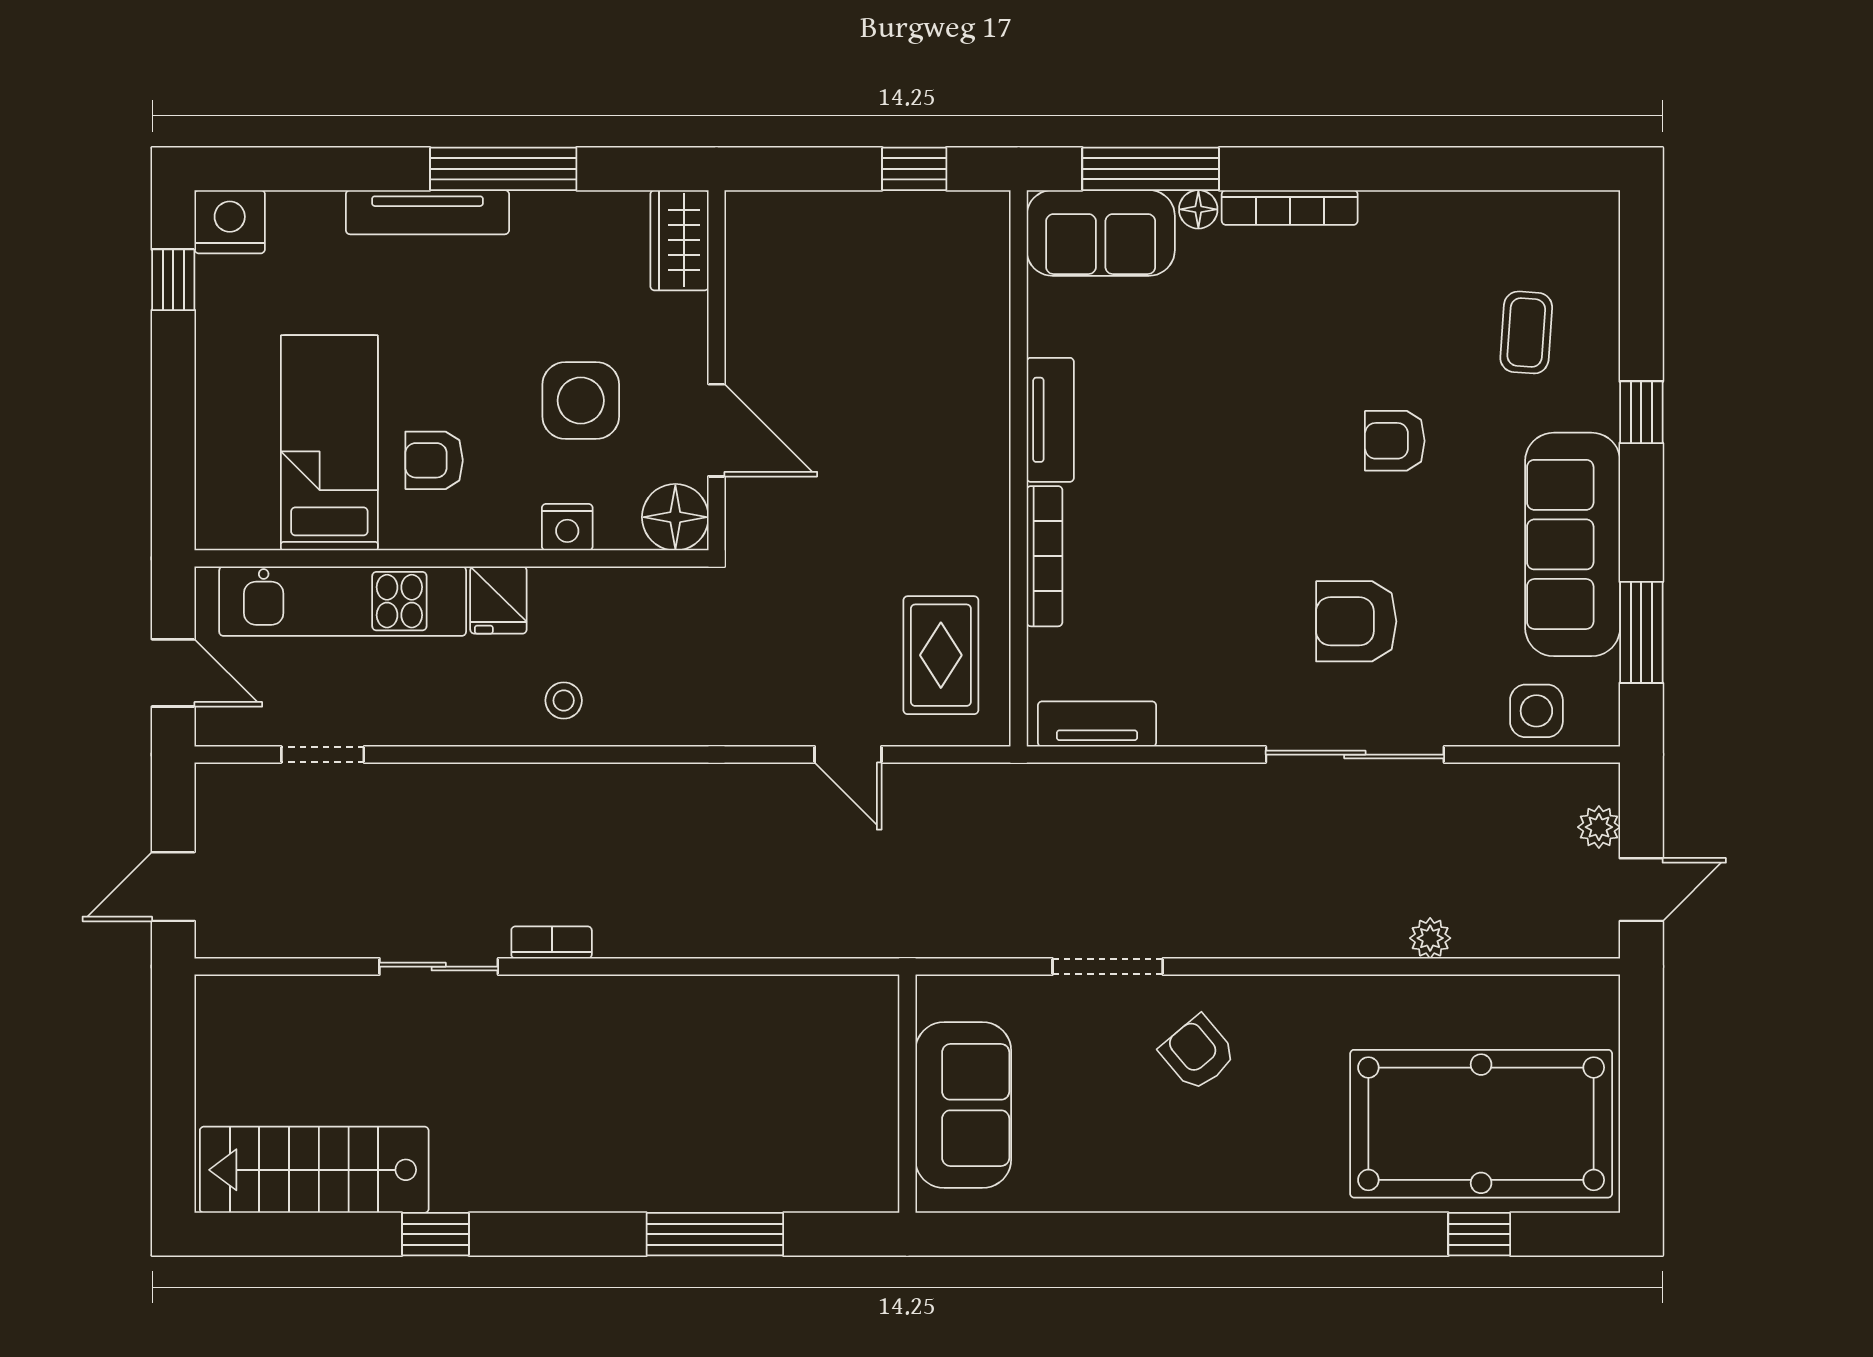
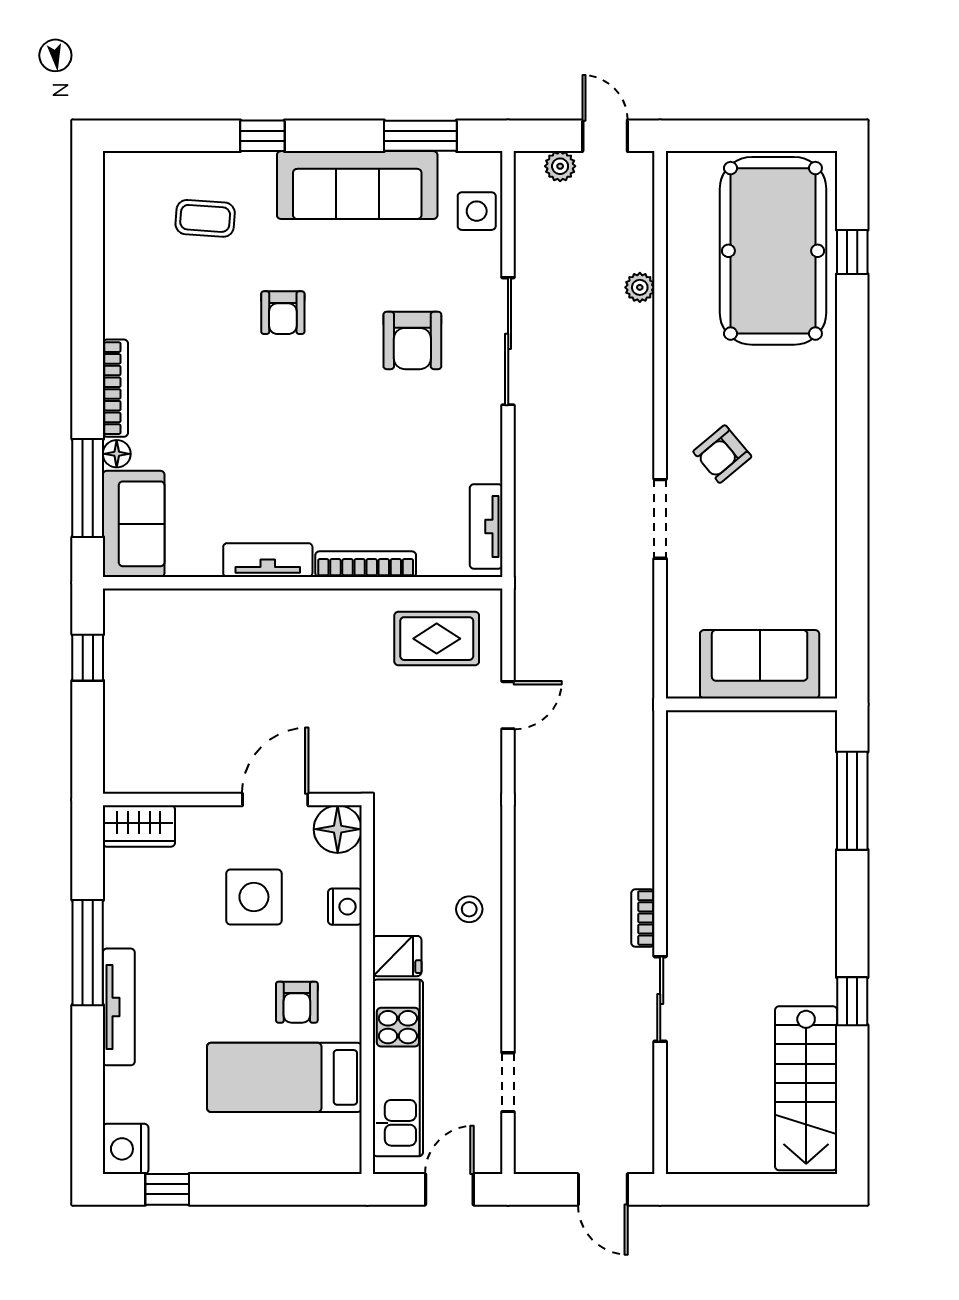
wall: (907, 1094) -> (751, 704), moved
sofa: (963, 1105) -> (760, 664), moved

